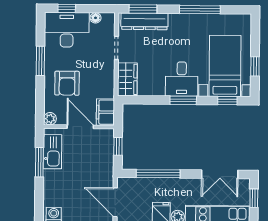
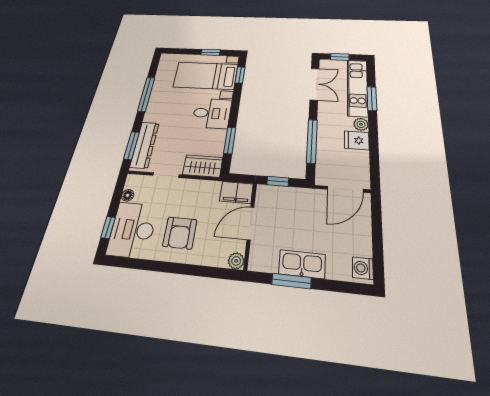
window: (40, 61) -> (162, 267), removed
armchair: (67, 83) -> (180, 233), moved, turned 90
window: (183, 100) -> (230, 140), moved
kitchen sink: (53, 152) -> (302, 264), moved

